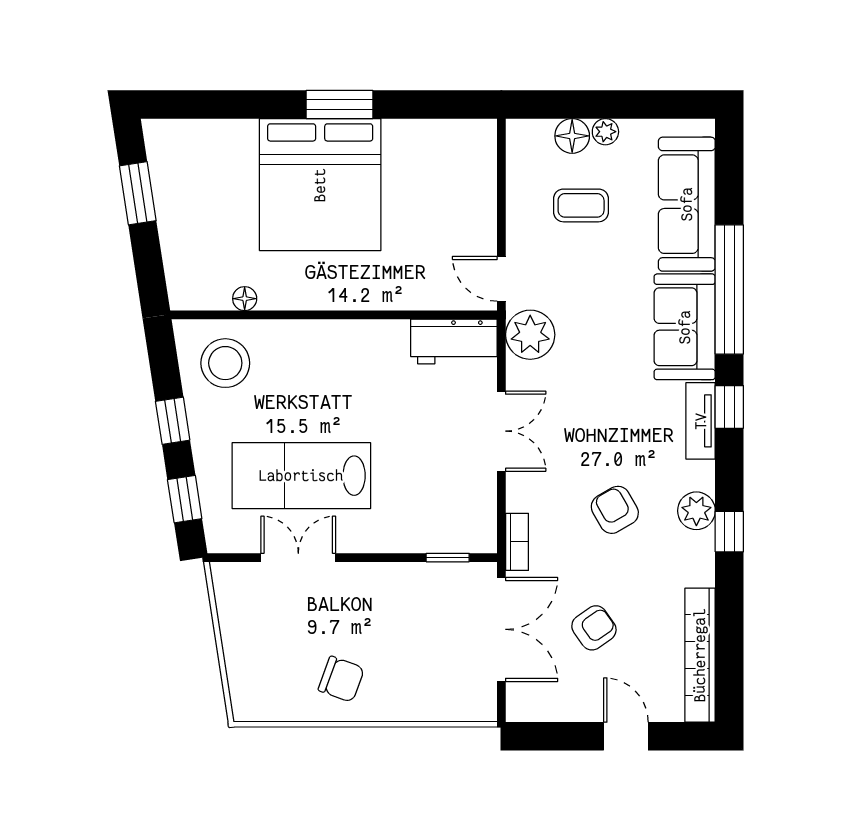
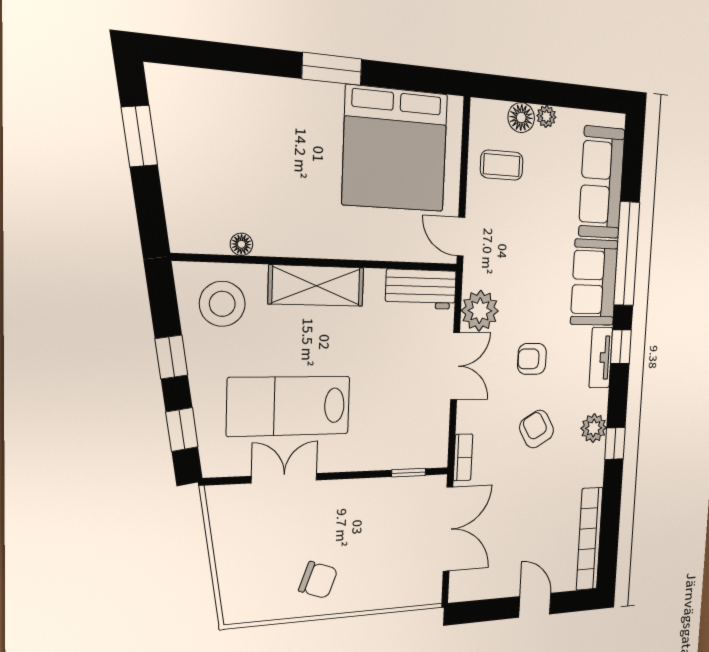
bed: (320, 185) -> (395, 149), moved
coffee table: (581, 205) -> (502, 165), moved
plant: (530, 335) -> (480, 311), moved
shelving: (329, 341) -> (316, 286), added
armchair: (594, 628) -> (532, 359), moved, turned -145

